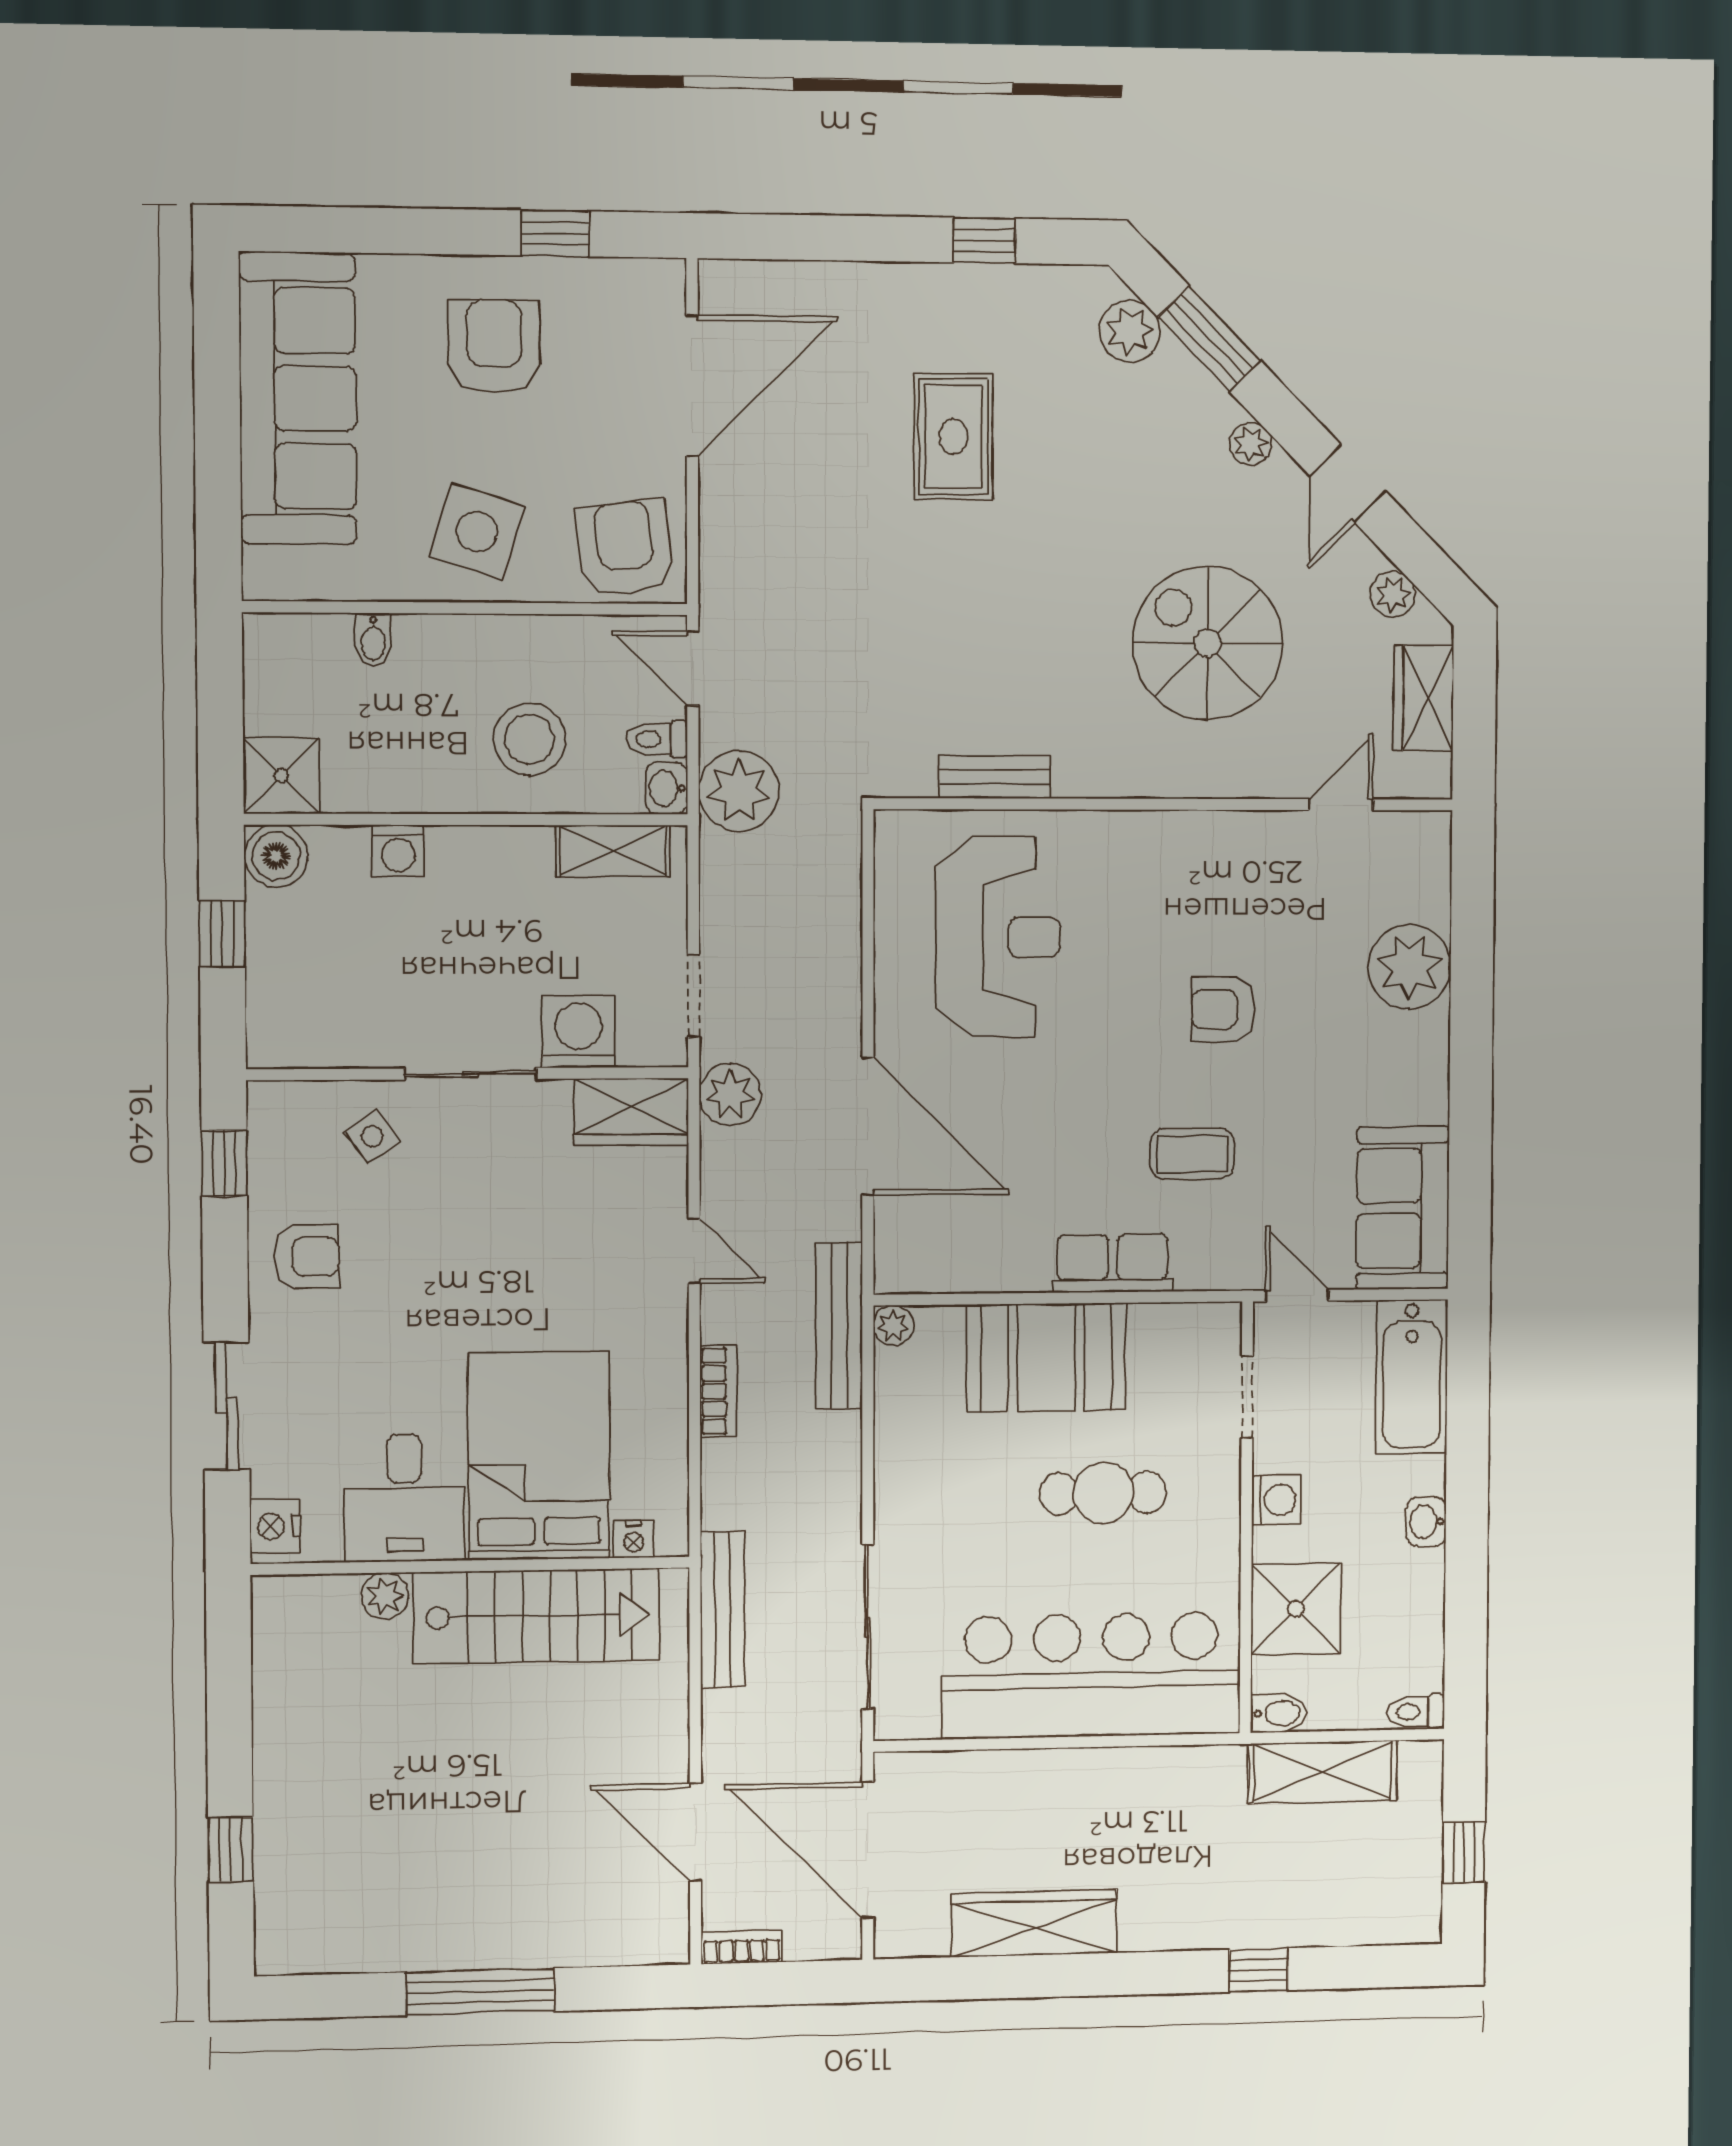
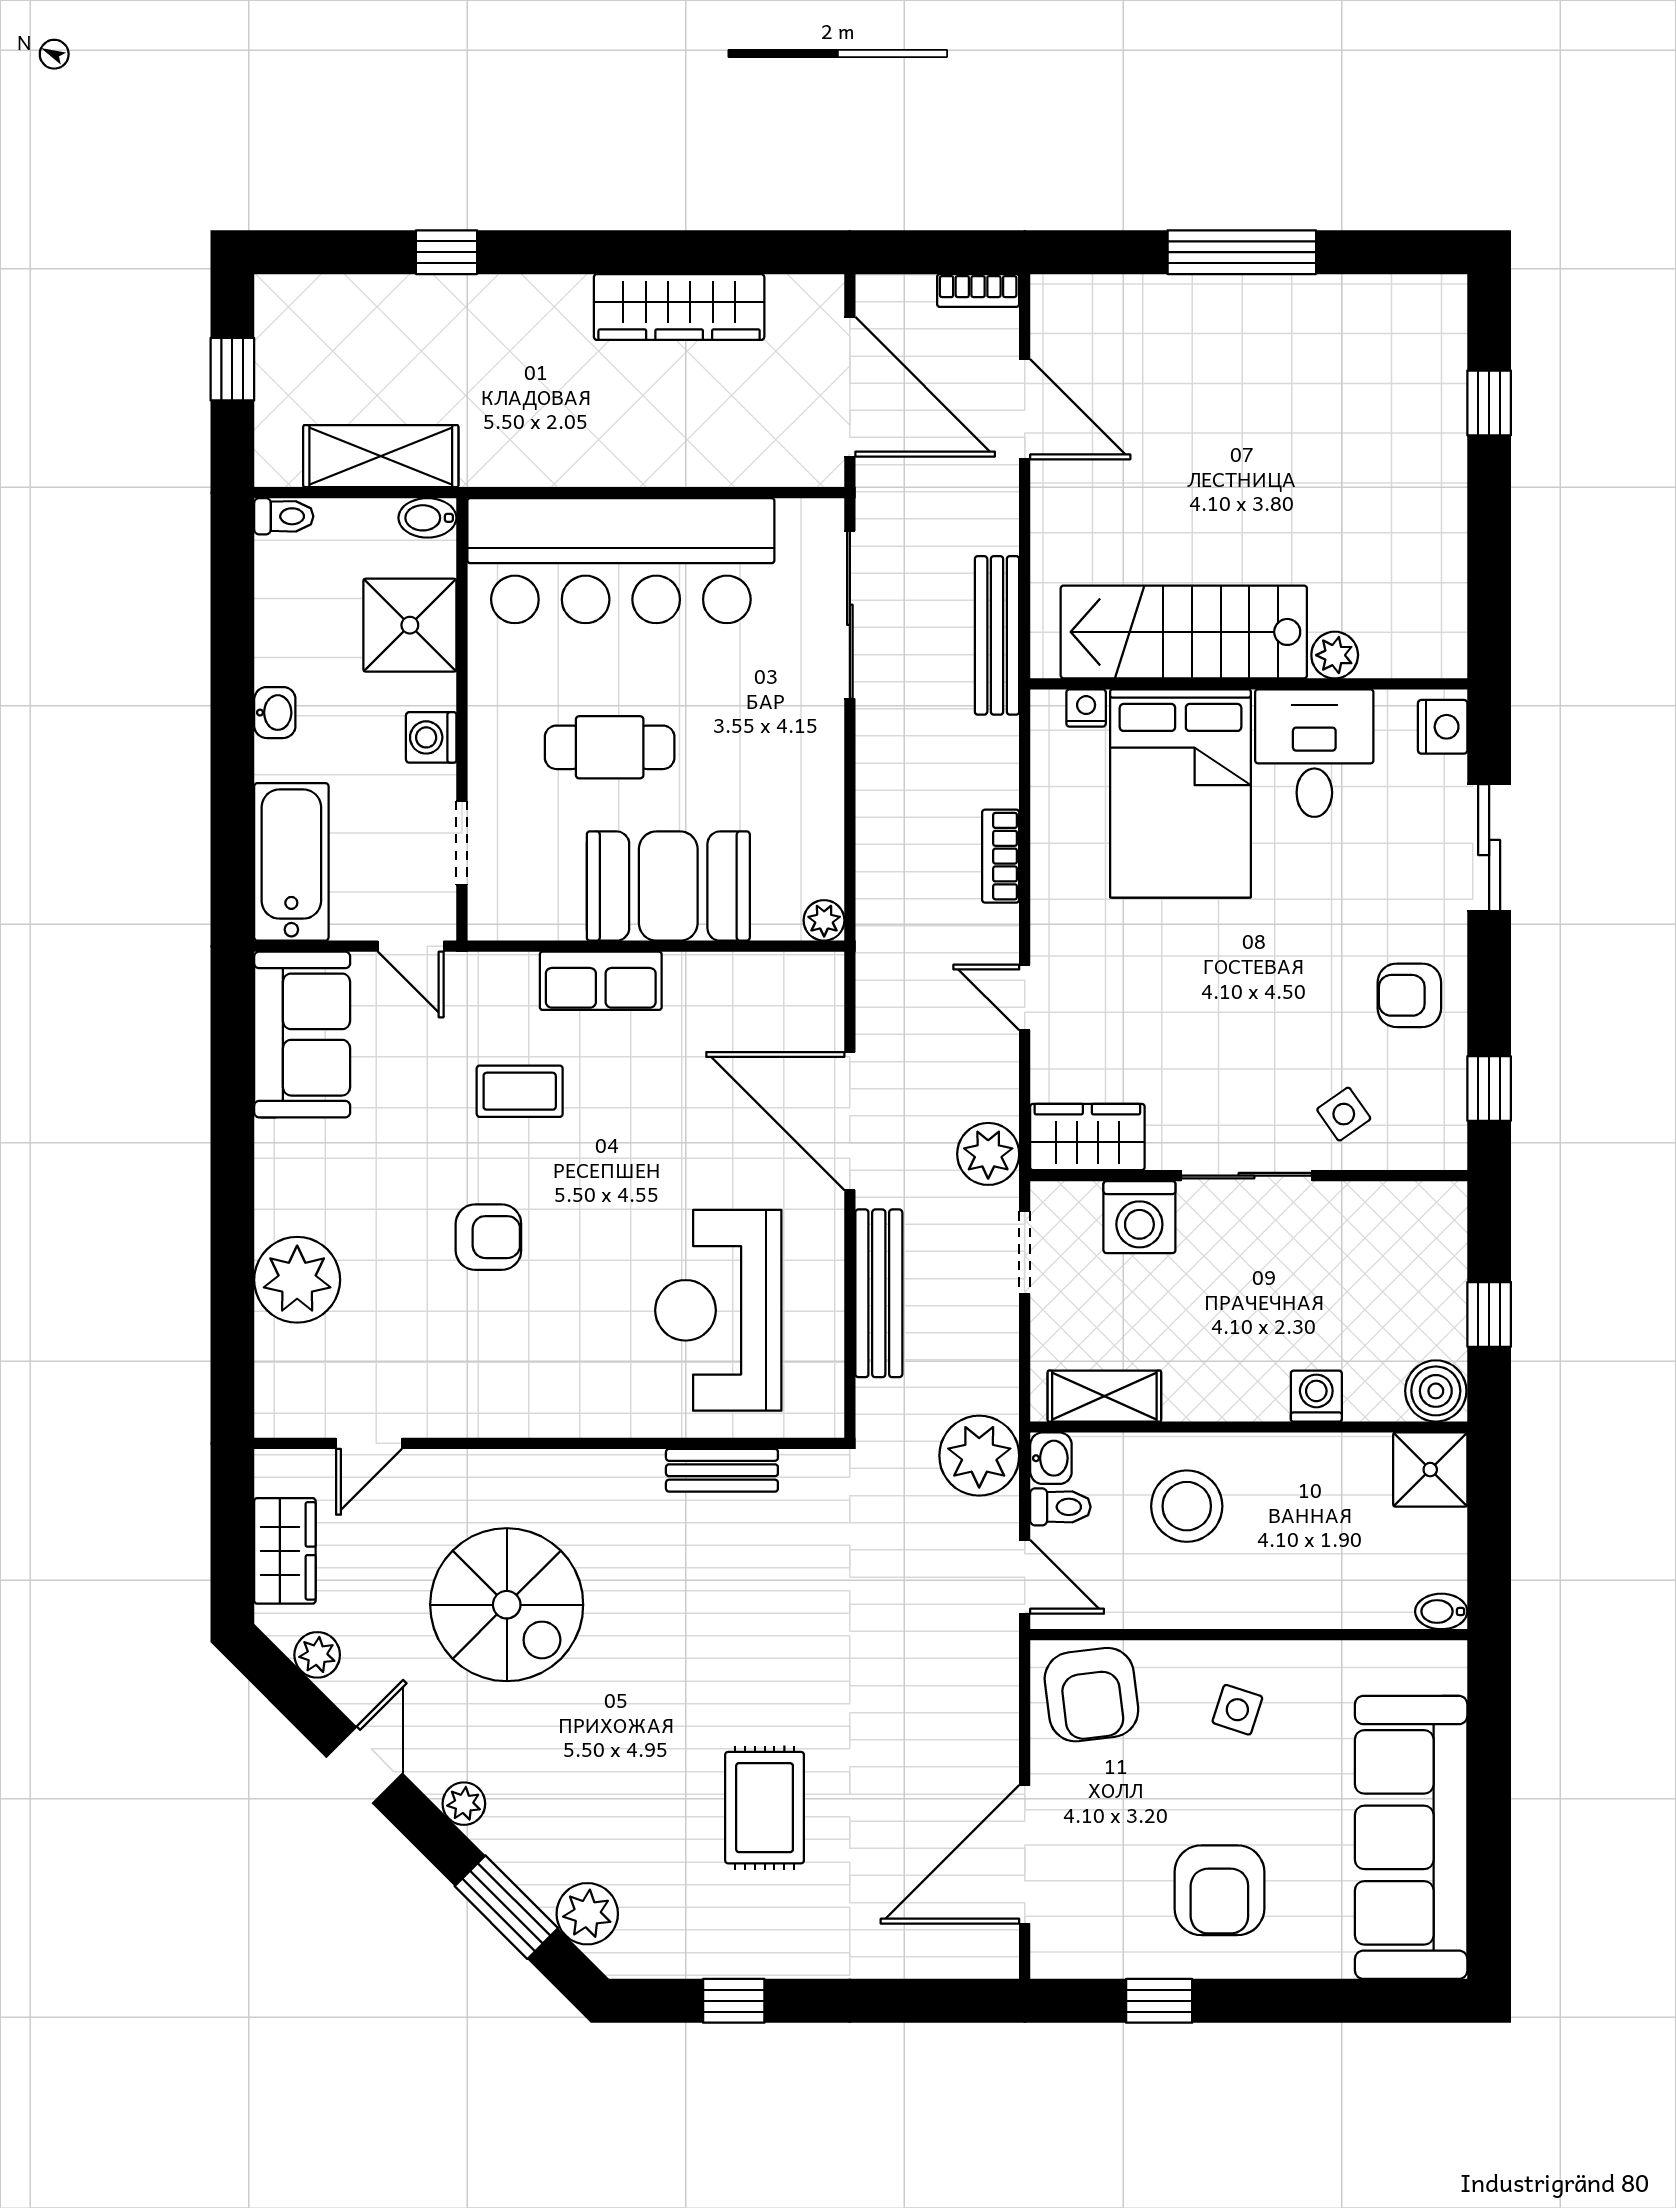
side table: (477, 531) -> (1237, 1710), width x0.54, depth x0.54
bidet: (373, 640) -> (1441, 1611), moved, turned -90
bench: (839, 1326) -> (879, 1293), moved

